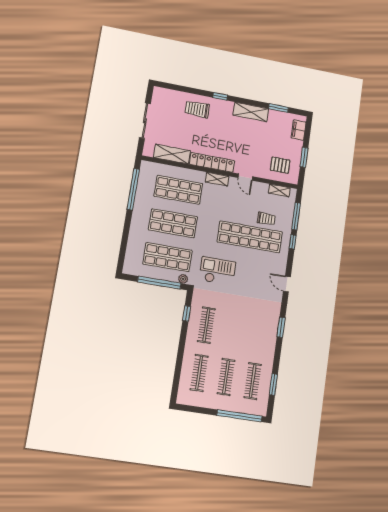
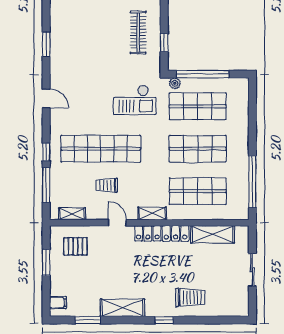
sliding door: (145, 121) -> (252, 270), width x0.73
filing cabinet: (299, 130) -> (58, 303), width x0.50
trolley: (266, 219) -> (107, 185), moved

